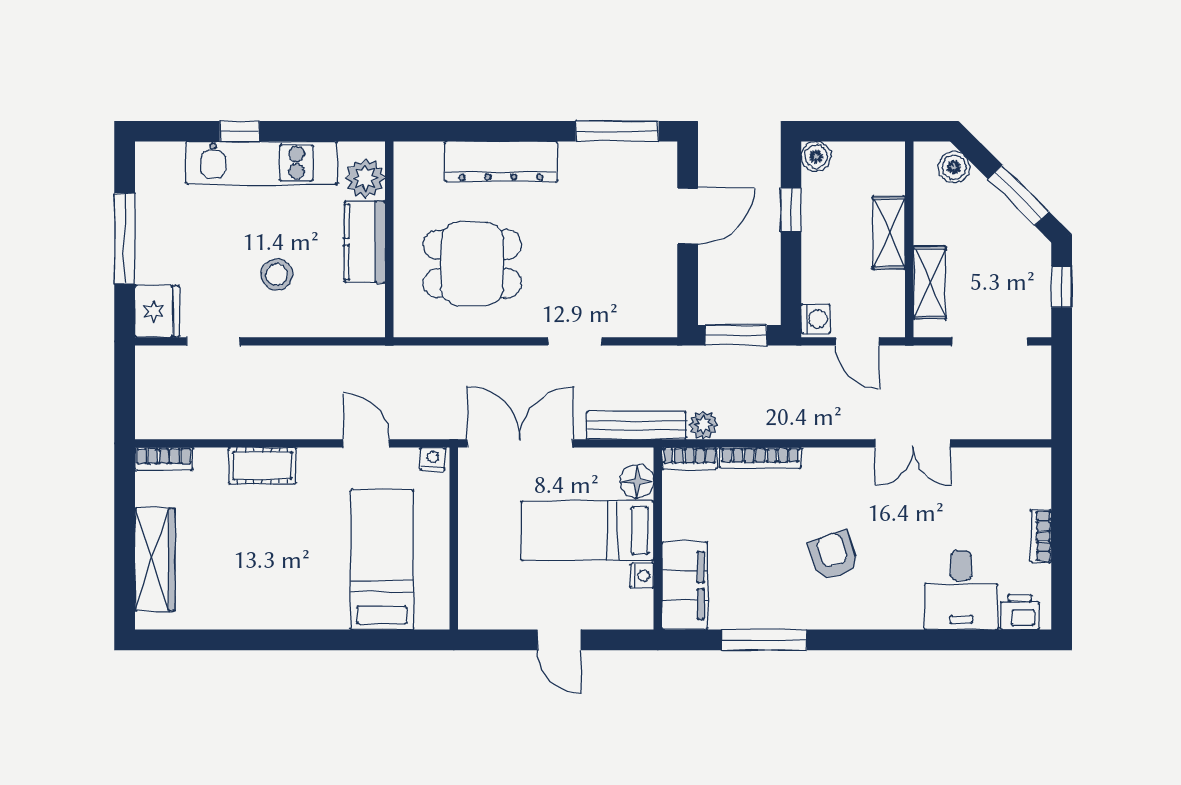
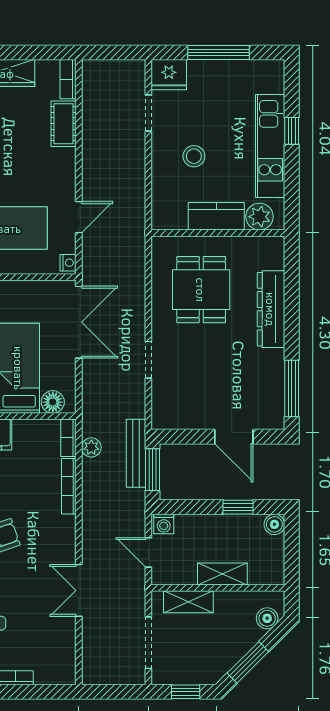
door: (857, 341) -> (148, 552), hinge flipped
bench: (636, 425) -> (136, 453), moved
cot: (262, 466) -> (64, 124), moved

